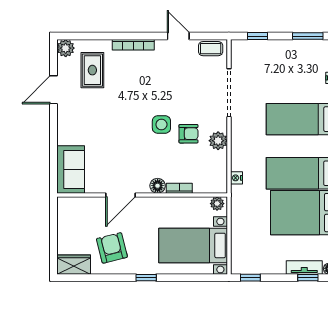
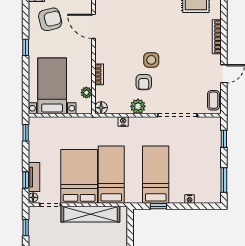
nightstand: (236, 178) -> (123, 121), moved
floor lamp: (158, 186) -> (101, 108), moved
plant: (217, 204) -> (86, 93), moved

